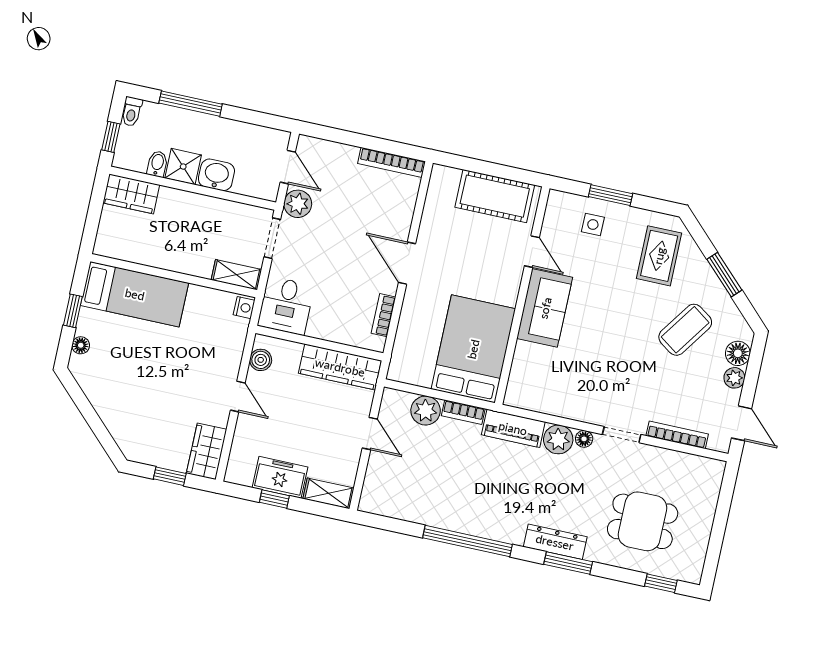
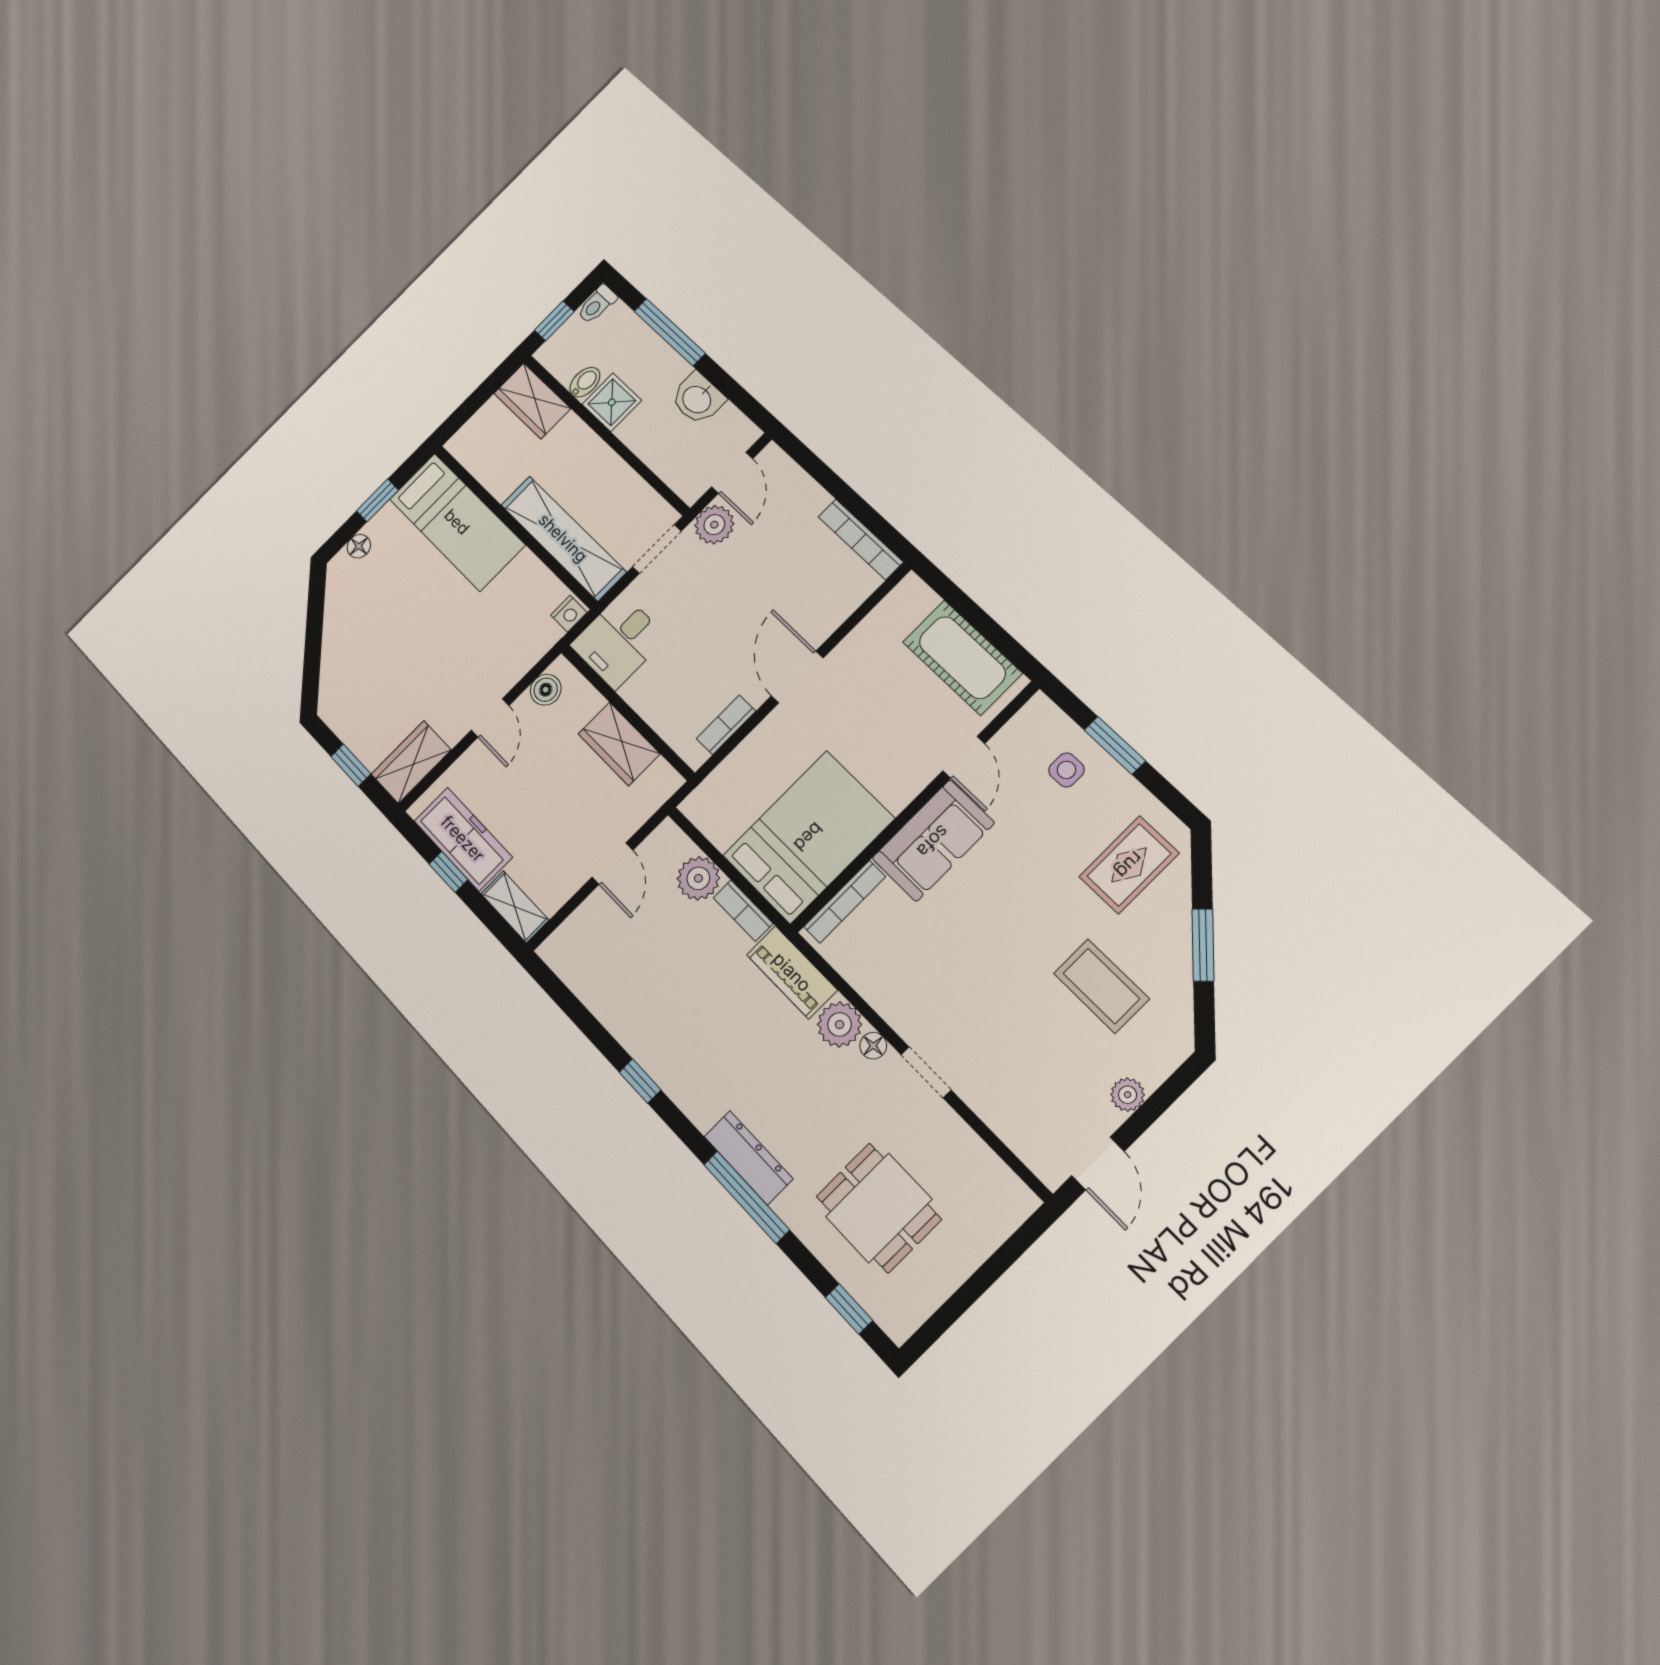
washbasin: (216, 175) -> (698, 399), moved, turned 180
shelving: (236, 275) -> (563, 538), width x2.20, depth x1.33
coffee table: (685, 330) -> (1101, 986), turned 55
floor lamp: (738, 353) -> (1154, 1064), removed
wardrobe: (340, 367) -> (619, 744), width x0.67
bookcase: (677, 435) -> (845, 902), moved, turned 90
freezer: (280, 477) -> (463, 839), width x1.40
window: (467, 541) -> (640, 1081), width x0.32
window: (568, 563) -> (747, 1197), width x1.44

